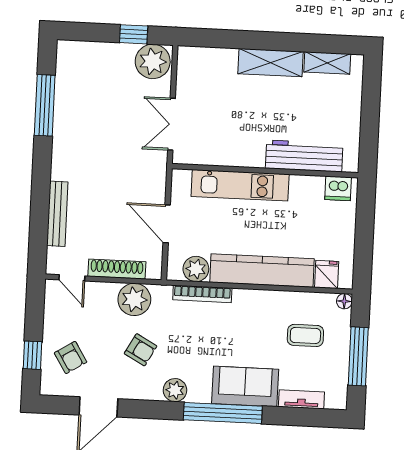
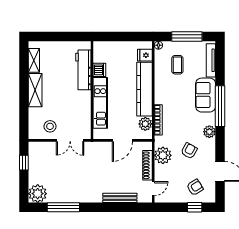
plant: (153, 61) -> (38, 194), moved
stool: (200, 87) -> (50, 126), added
dishwasher: (338, 188) -> (99, 70), moved
tv unit: (301, 399) -> (211, 60), width x1.41

